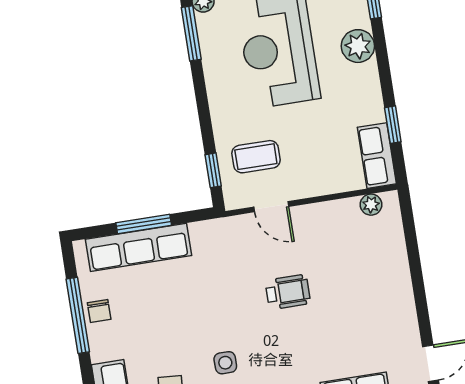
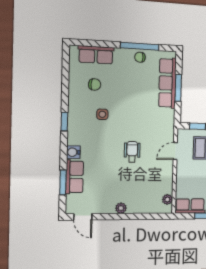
wheelchair: (288, 292) -> (132, 152), turned 180
plant: (403, 293) -> (121, 208), added

